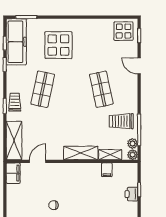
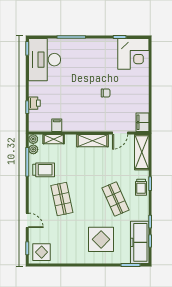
shop shelf: (43, 89) -> (116, 199), turned -36
shelving: (81, 153) -> (92, 141), moved

